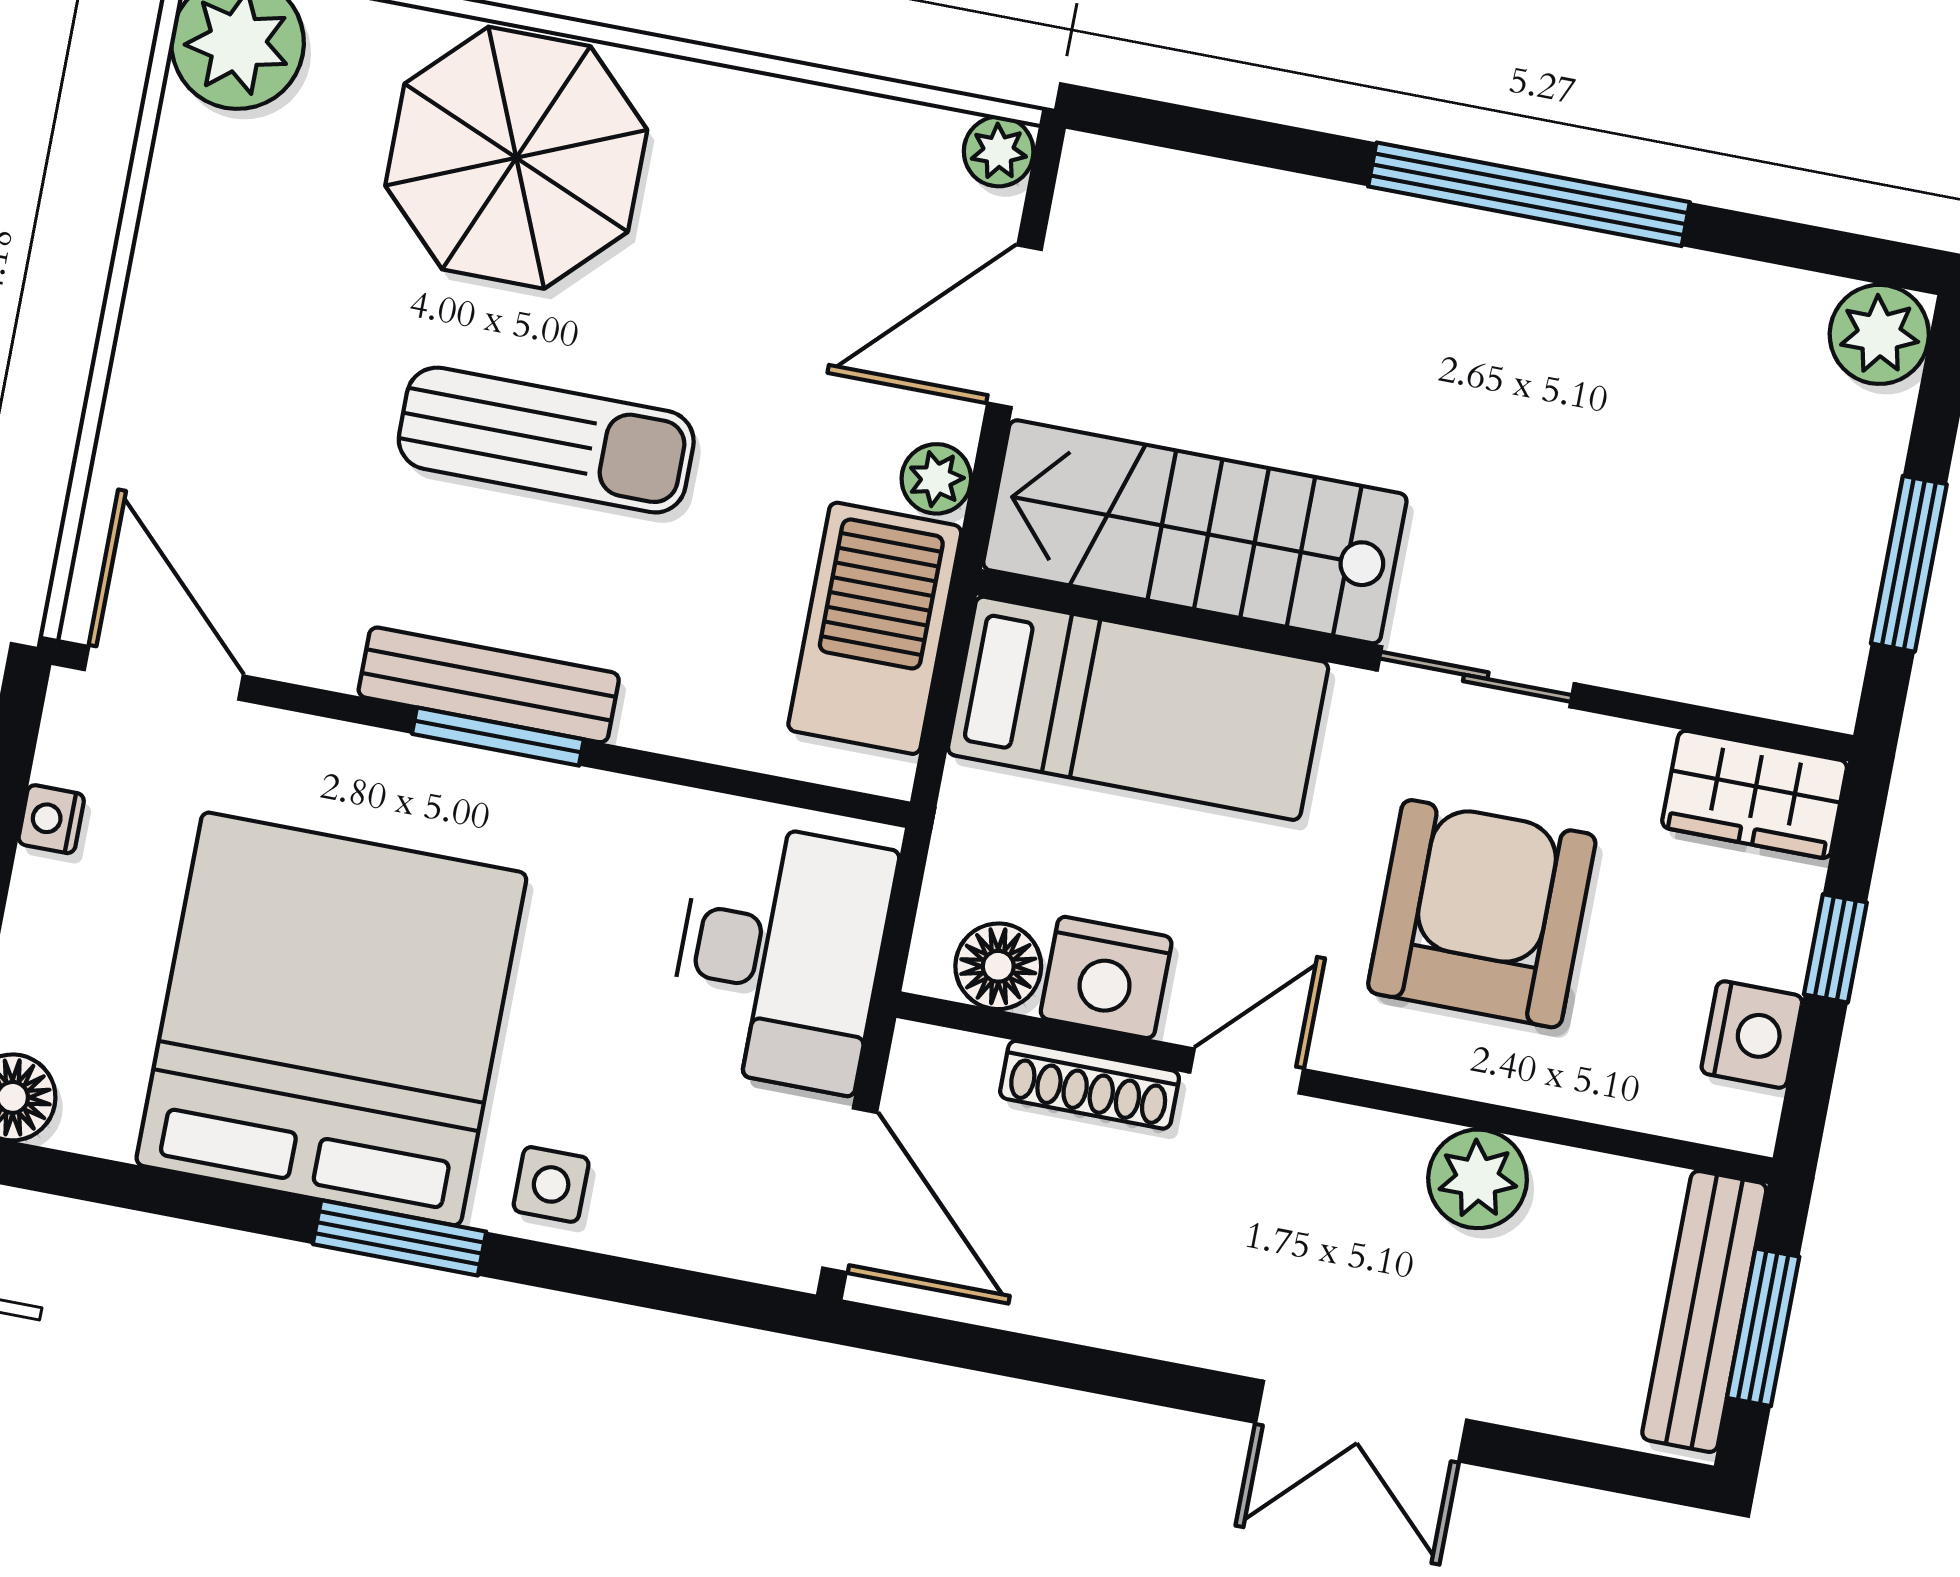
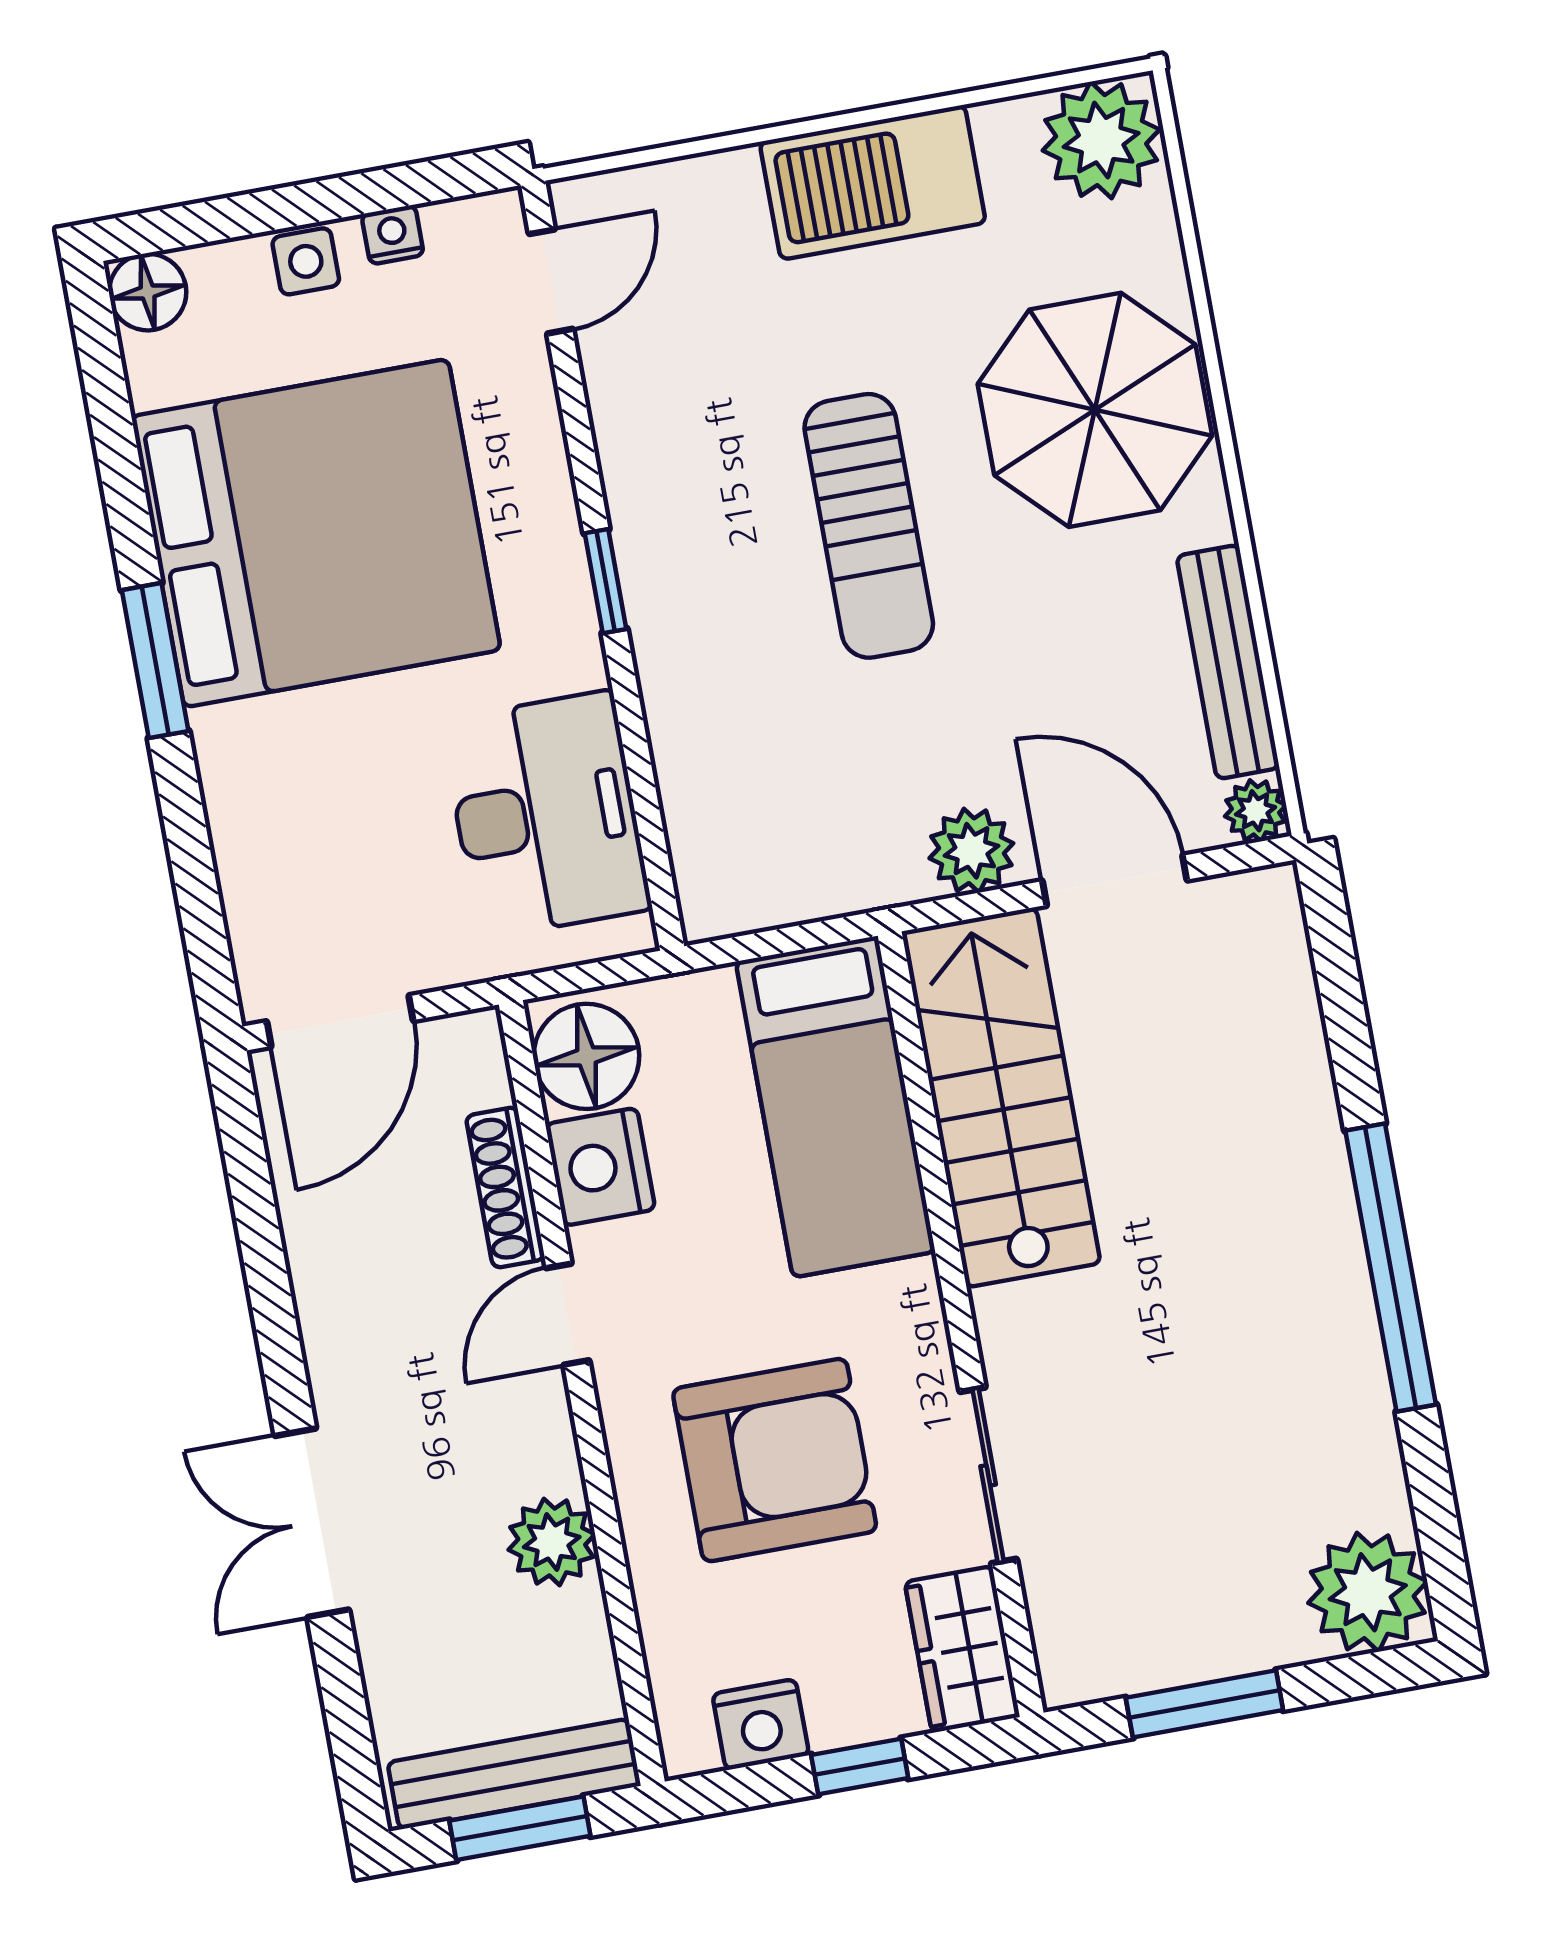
plant: (1879, 334) -> (1368, 1592), width x1.36, depth x1.36
plant: (936, 479) -> (971, 851), width x1.38, depth x1.38
barbecue: (875, 628) -> (873, 182), moved, turned 180
door: (164, 673) -> (551, 281), width x0.73
sliding door: (1476, 677) -> (988, 1475), moved
bench: (489, 685) -> (1228, 662), moved
window: (498, 737) -> (606, 581), width x0.67
desk: (780, 956) -> (546, 815), moved, turned -90
floor lamp: (998, 966) -> (586, 1056), width x1.38, depth x1.38
door: (1247, 1071) -> (567, 1314), swing flipped
side table: (551, 1184) -> (306, 261), moved

